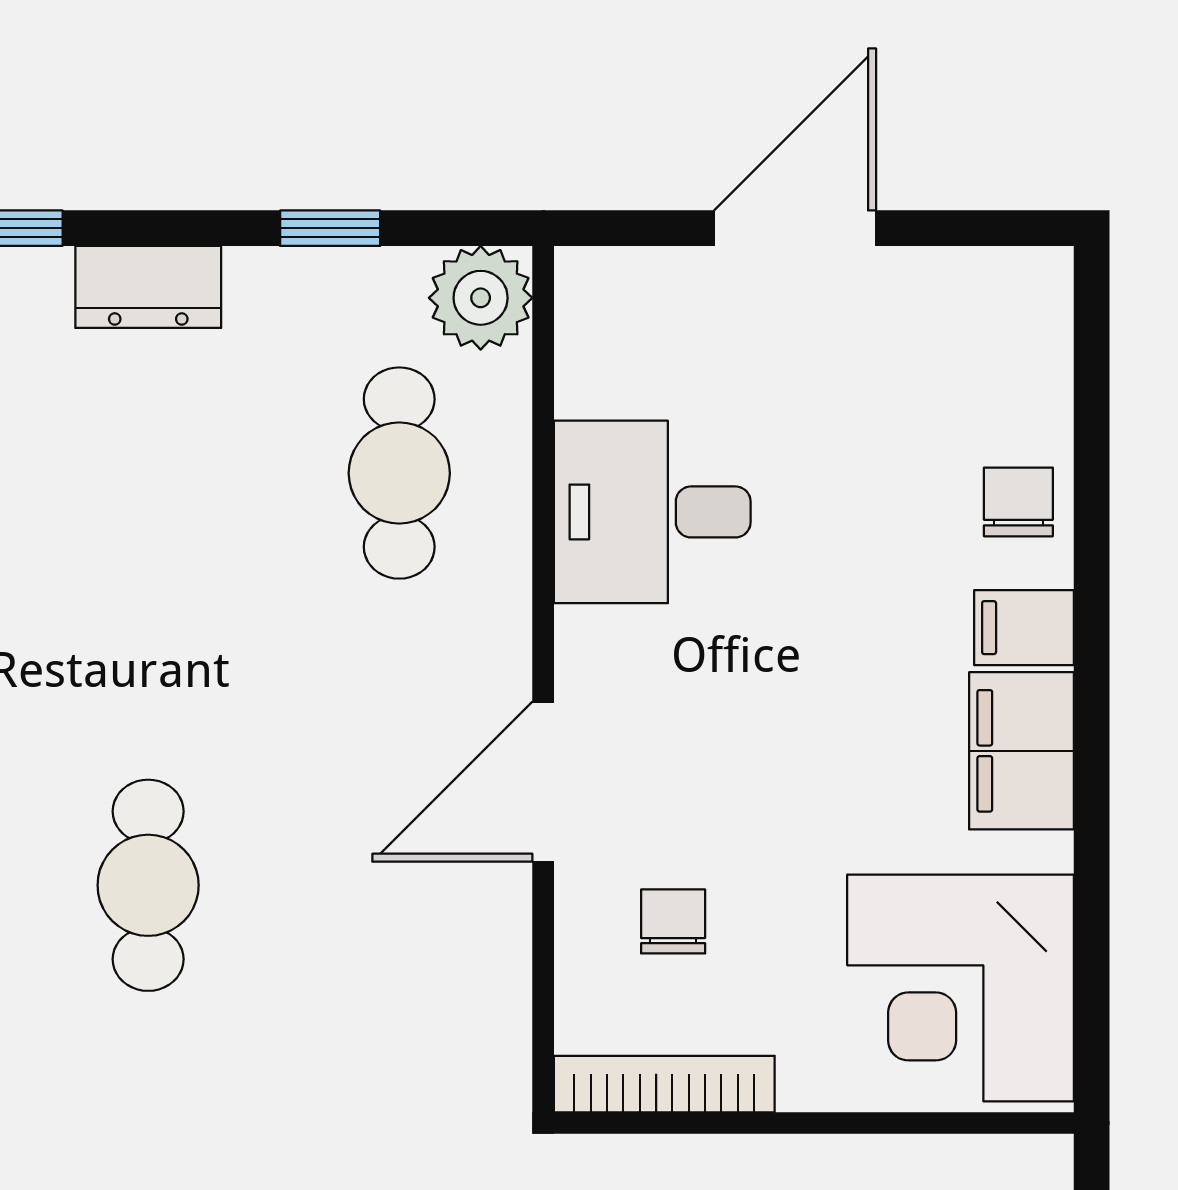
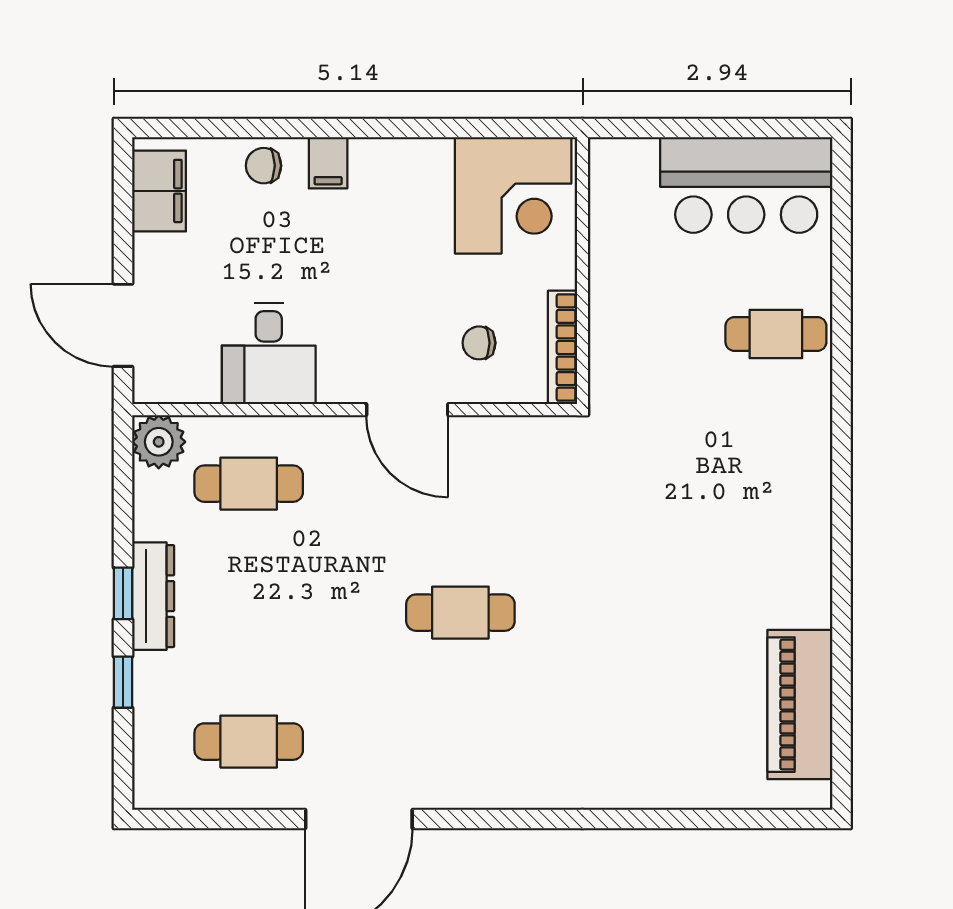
window: (330, 228) -> (123, 593), moved
door: (795, 228) -> (123, 325), moved
dresser: (148, 287) -> (153, 596), width x1.44
filing cabinet: (1021, 751) -> (159, 191), moved, turned -90

